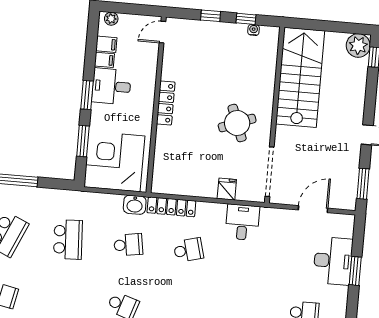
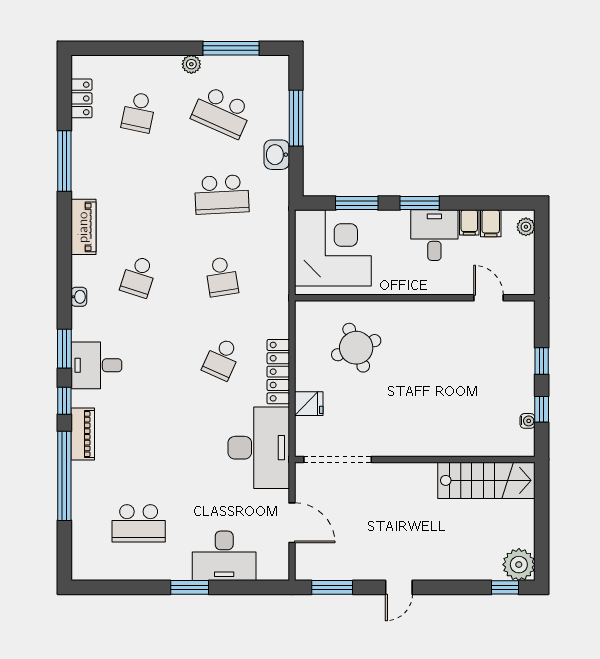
door: (162, 32) -> (489, 298), moved
stairs: (300, 77) -> (486, 480), width x0.73, depth x0.66
locker: (166, 103) -> (418, 311), removed
round table: (237, 123) -> (356, 348), moved
washbasin: (135, 205) -> (277, 155), moved
locker: (171, 207) -> (278, 372), moved
desk: (242, 222) -> (259, 448), width x1.87, depth x1.30
school desk: (188, 250) -> (222, 359), turned 39
window: (355, 271) -> (190, 587), moved

